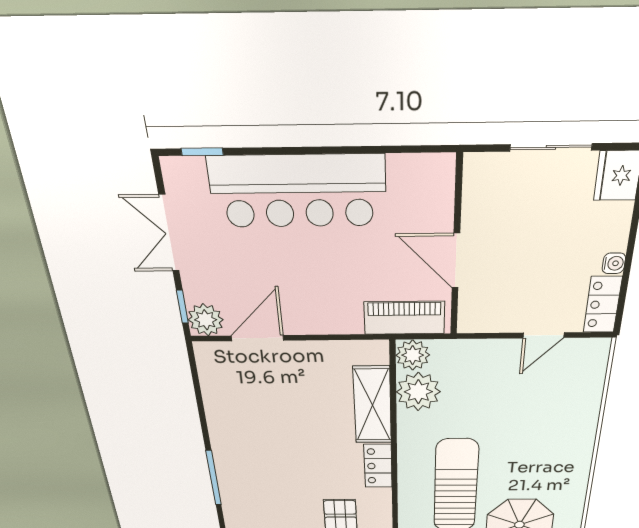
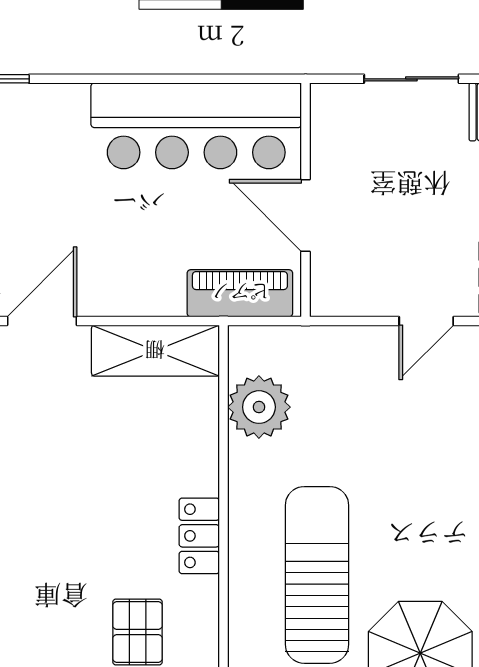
bar counter: (298, 191) -> (196, 126), moved
plant: (413, 355) -> (251, 349), removed
shelving: (372, 405) -> (155, 351), moved, turned 90

